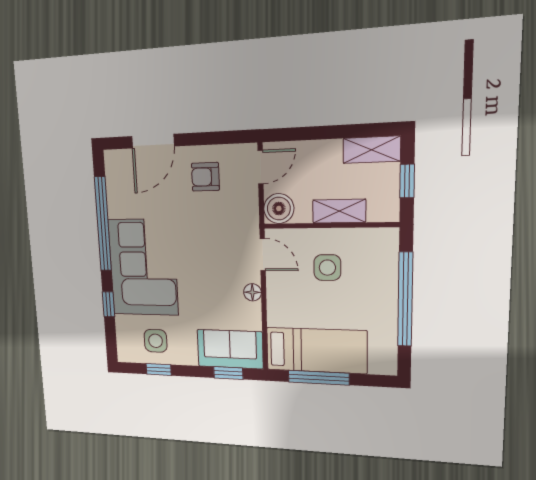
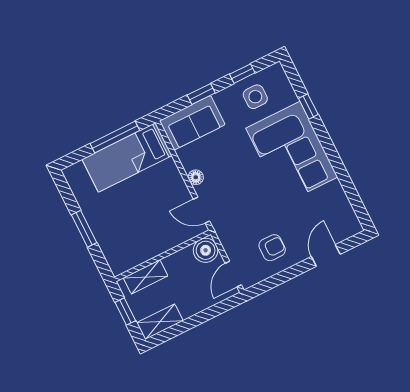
door: (153, 141) -> (326, 255), width x0.73
shelving: (339, 211) -> (146, 277), moved
window: (103, 224) -> (341, 171), removed
side table: (327, 268) -> (149, 224), removed
window: (405, 299) -> (84, 229), width x0.47
window: (228, 373) -> (201, 94), moved

